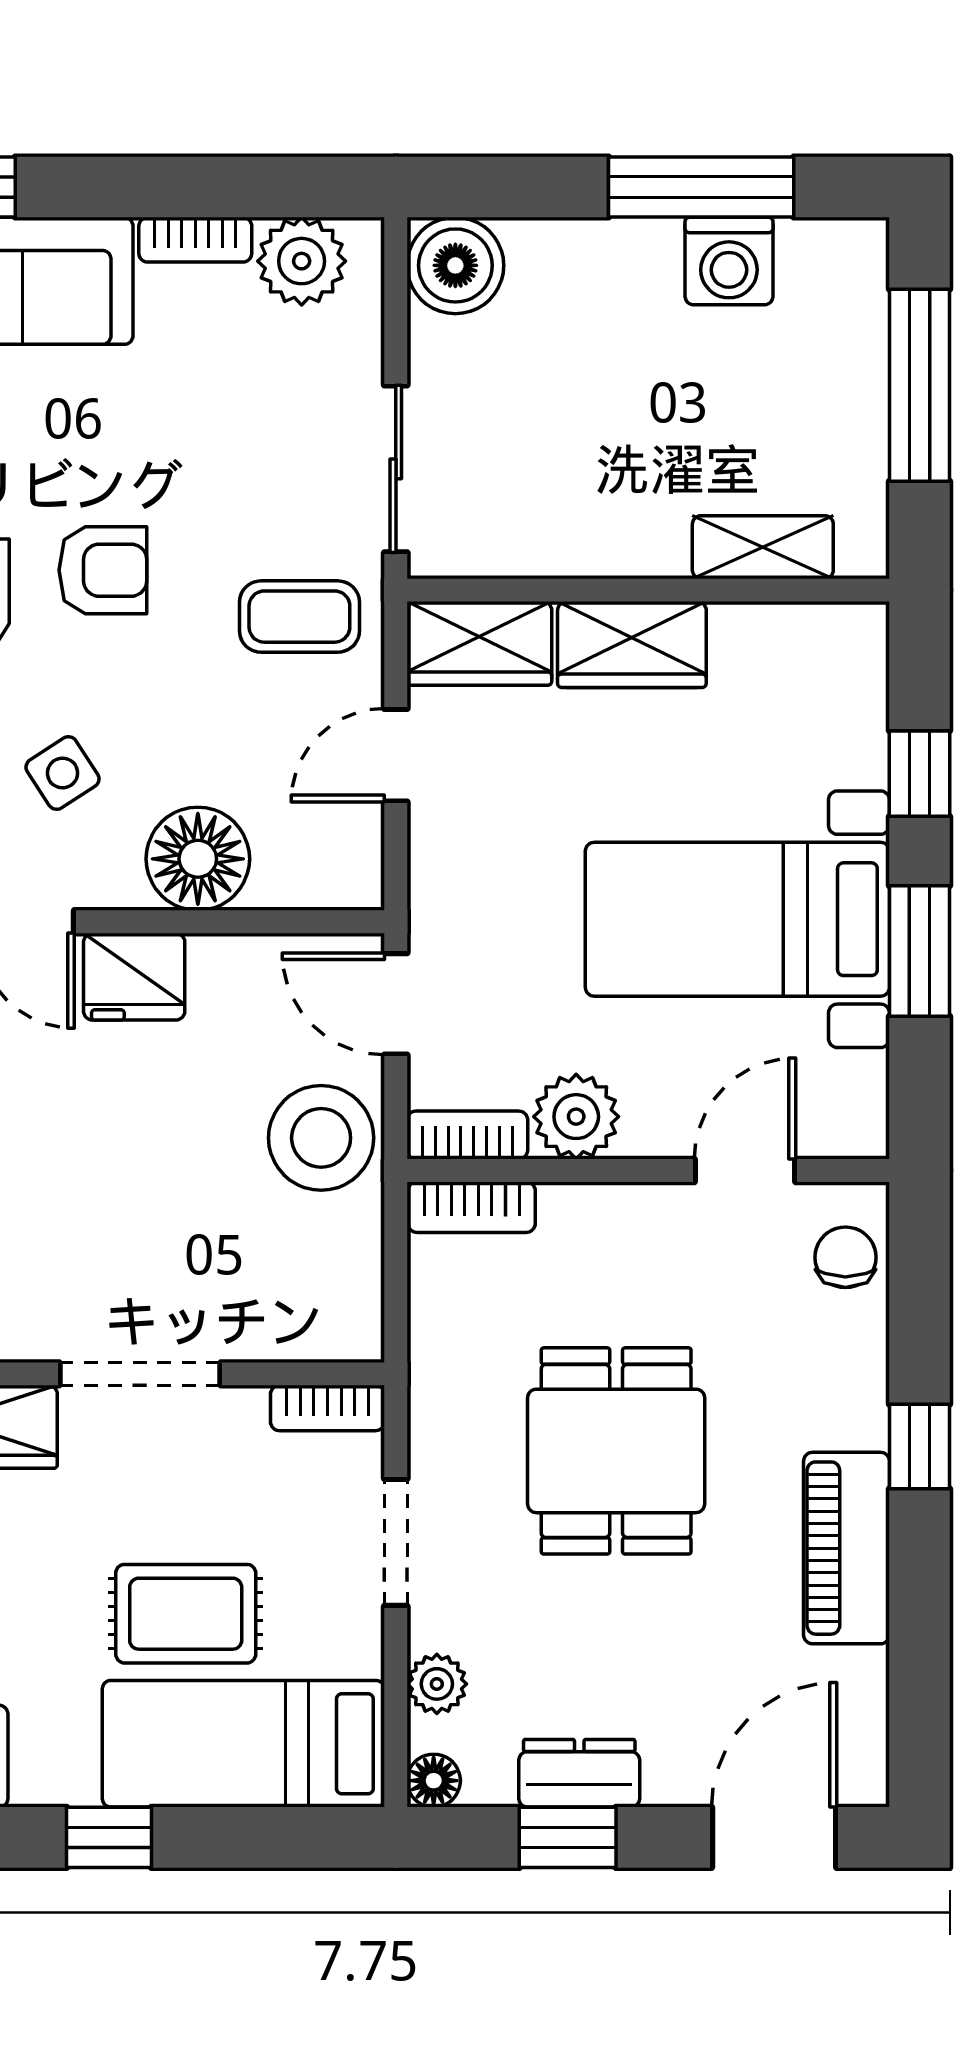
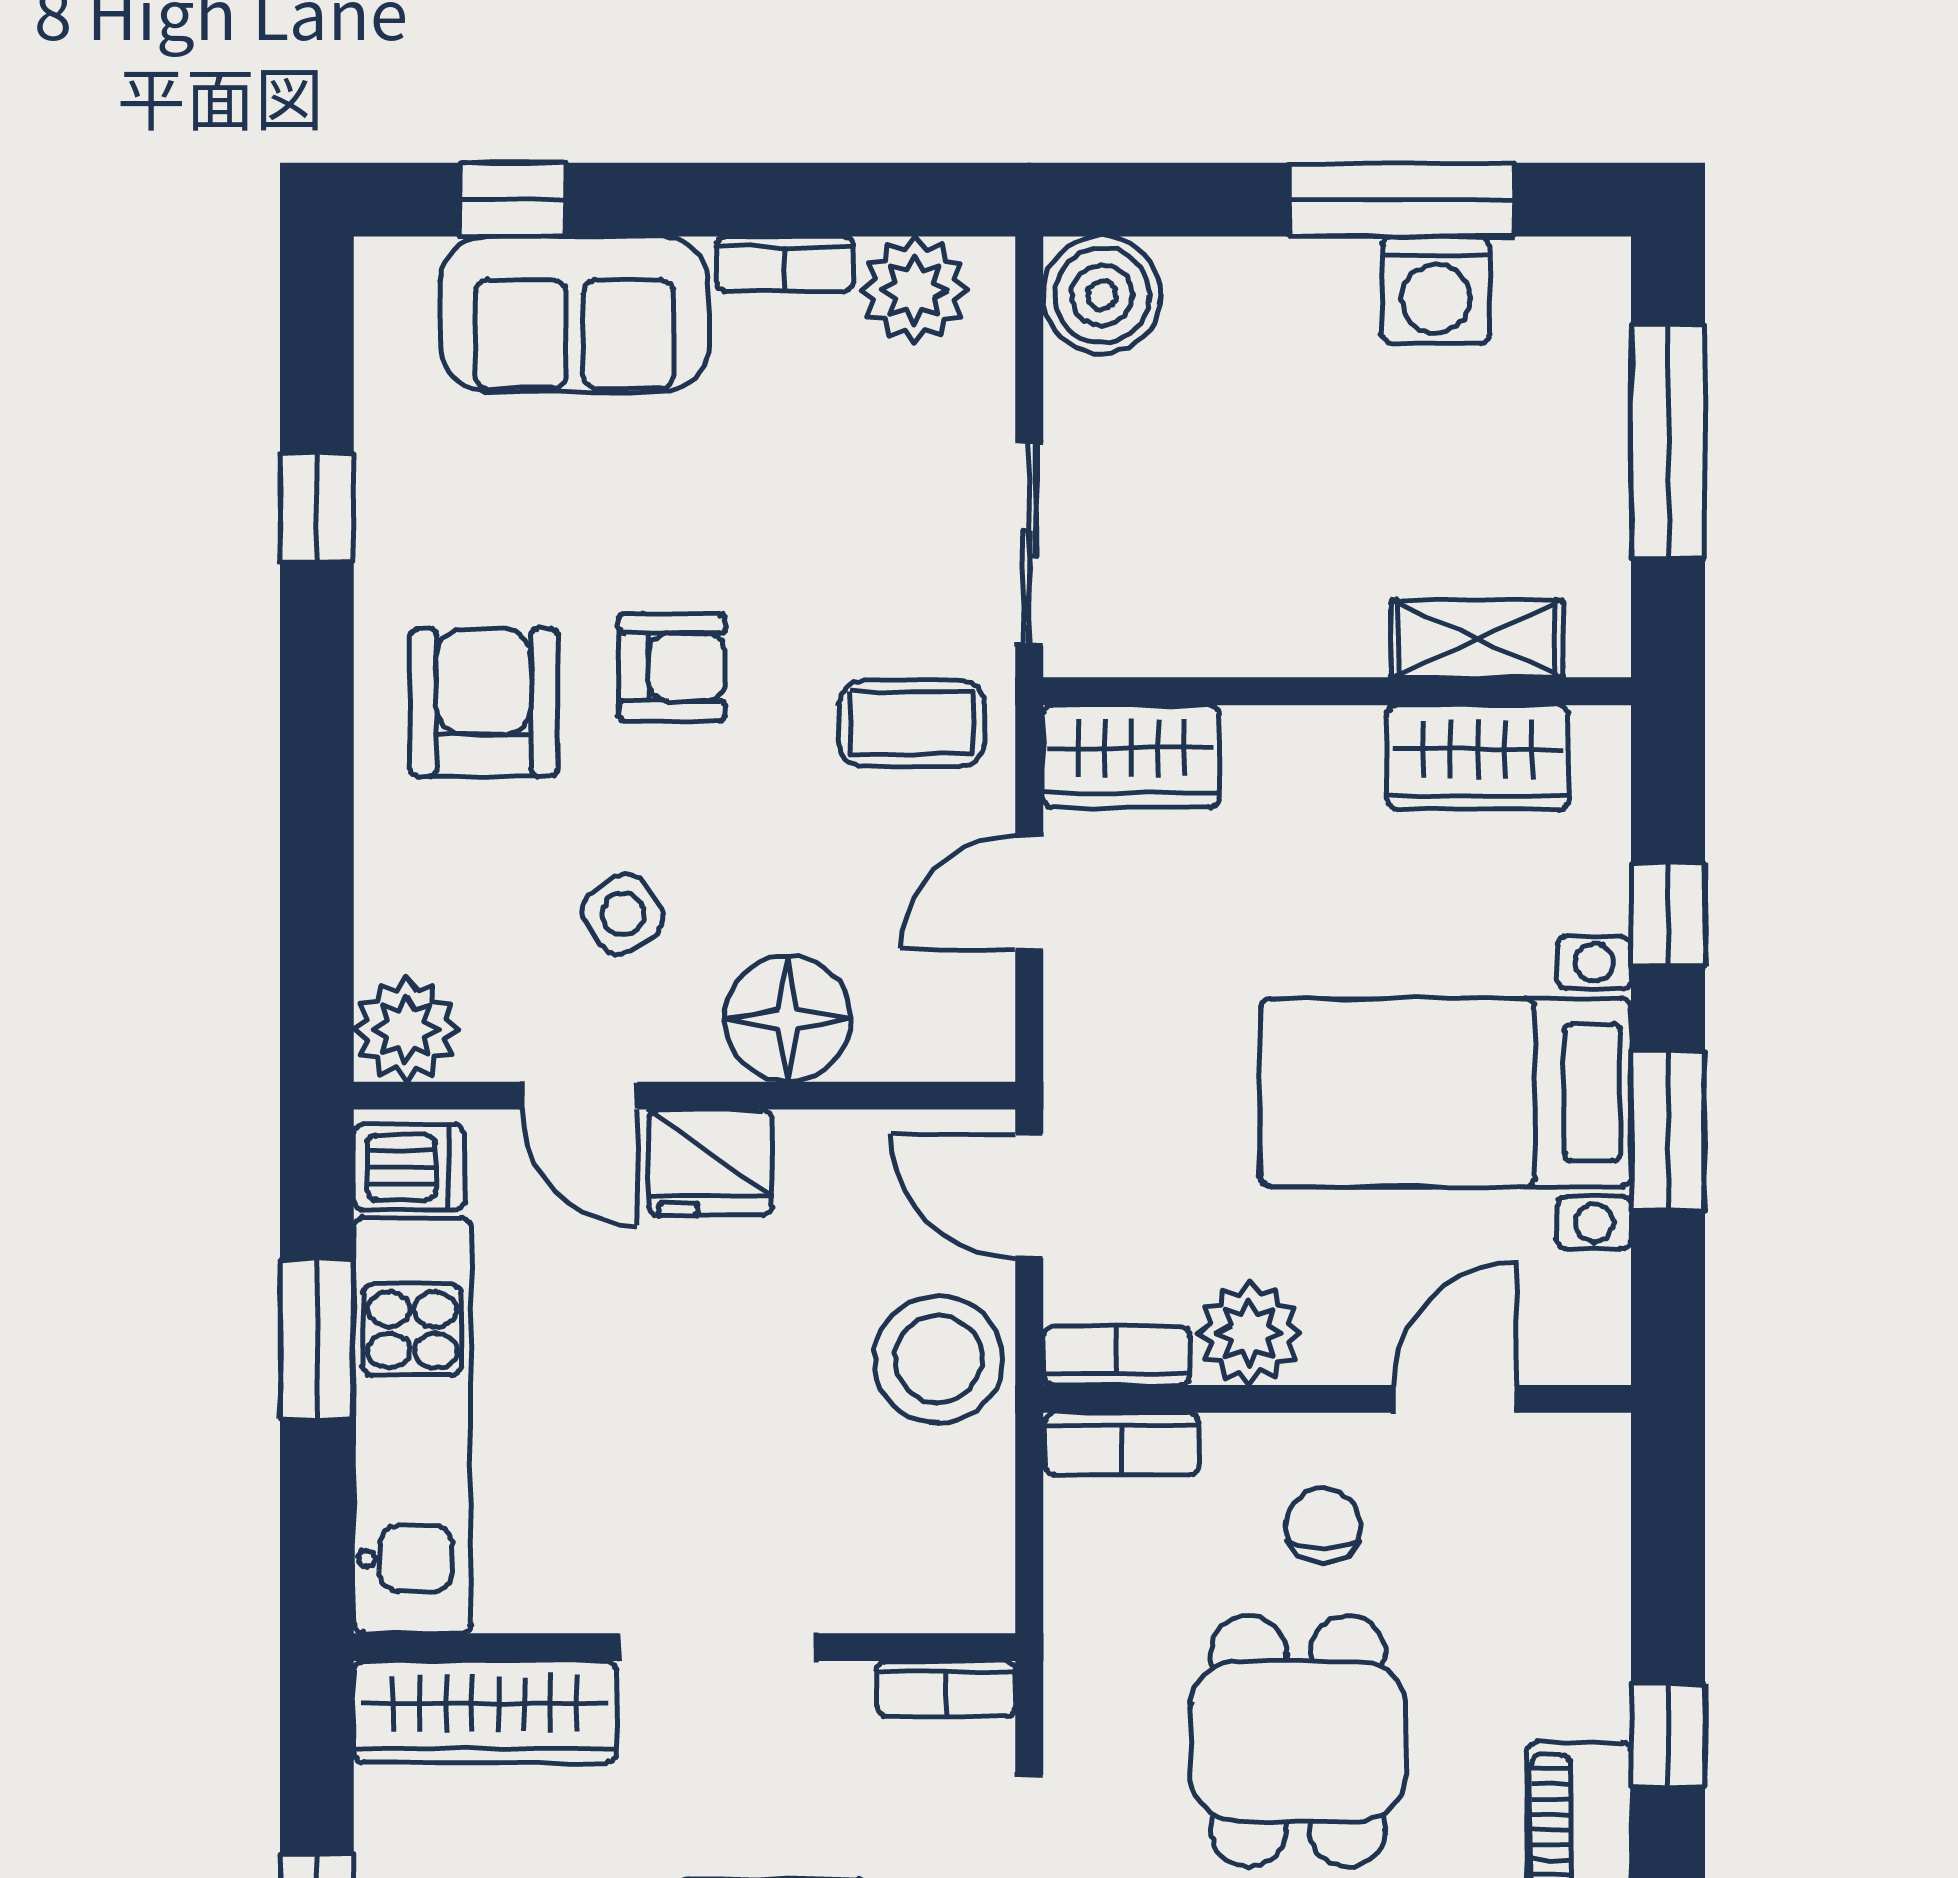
wardrobe: (632, 645) -> (1478, 758), moved
chair: (845, 1257) -> (1323, 1525), moved

